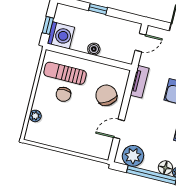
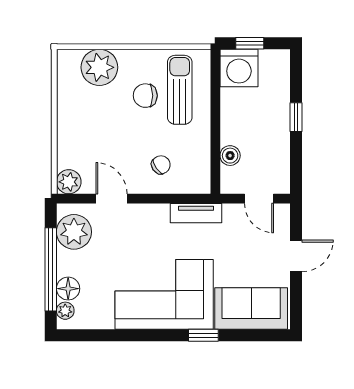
boiler: (94, 49) -> (230, 156), moved
chair: (106, 95) -> (161, 165), width x0.54, depth x0.54
plant: (35, 116) -> (99, 67), width x1.88, depth x1.88
plant: (103, 152) -> (69, 182), added

